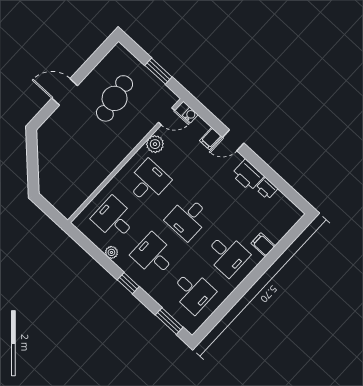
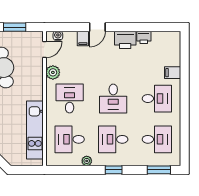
kitchen unit: (90, 181) -> (35, 130), added

